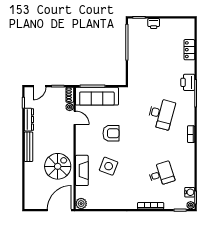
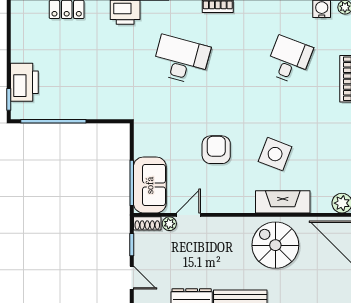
printer: (154, 24) -> (24, 82), width x1.87, depth x1.48
sofa: (97, 96) -> (150, 185), width x0.73
desk: (161, 174) -> (289, 60), turned 39

